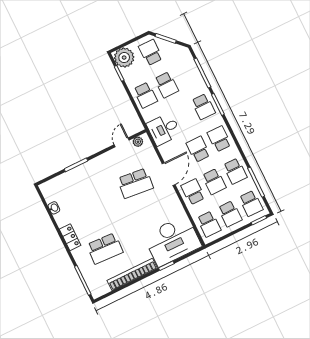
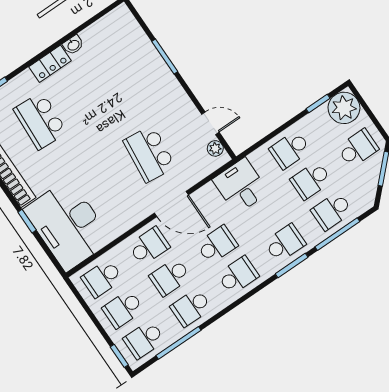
school desk: (187, 74) -> (332, 211), added
school desk: (203, 107) -> (285, 243), turned 180
washbasin: (54, 208) -> (73, 45), moved

